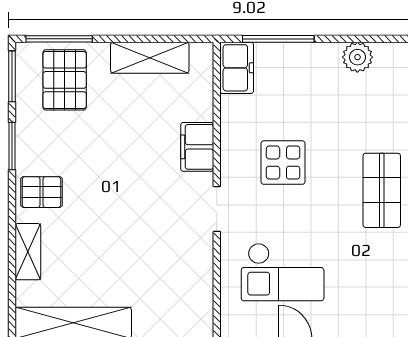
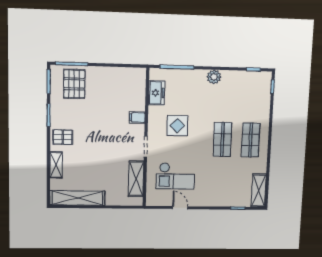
shelving: (150, 58) -> (136, 179), moved, turned 90
freezer: (237, 68) -> (157, 93), moved
filing cabinet: (197, 147) -> (137, 117), width x0.50

